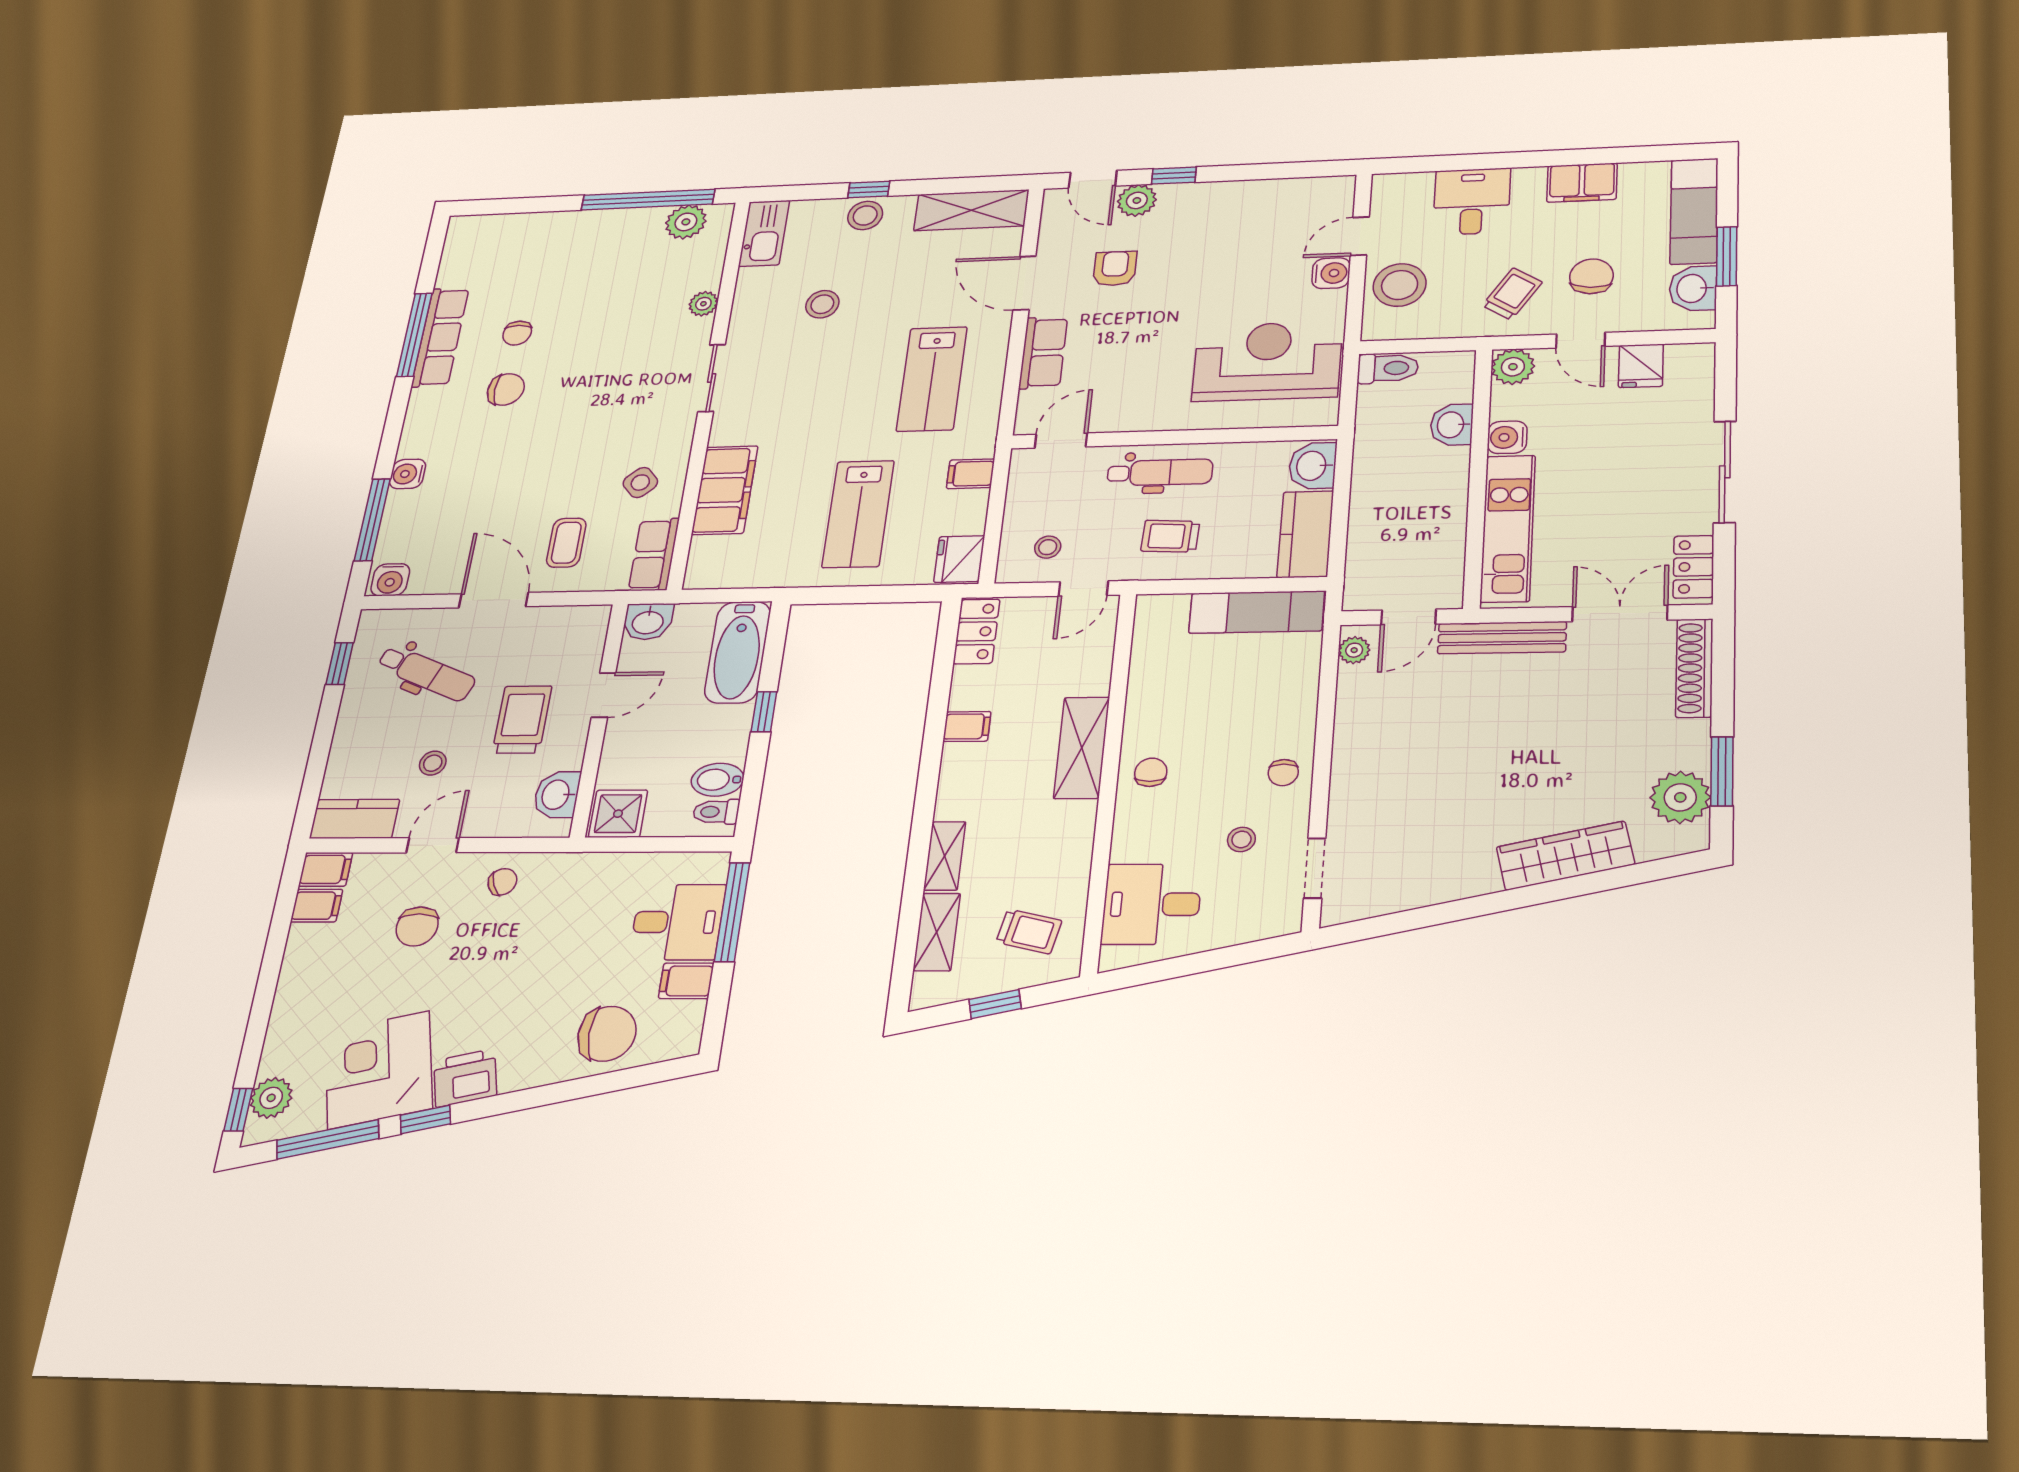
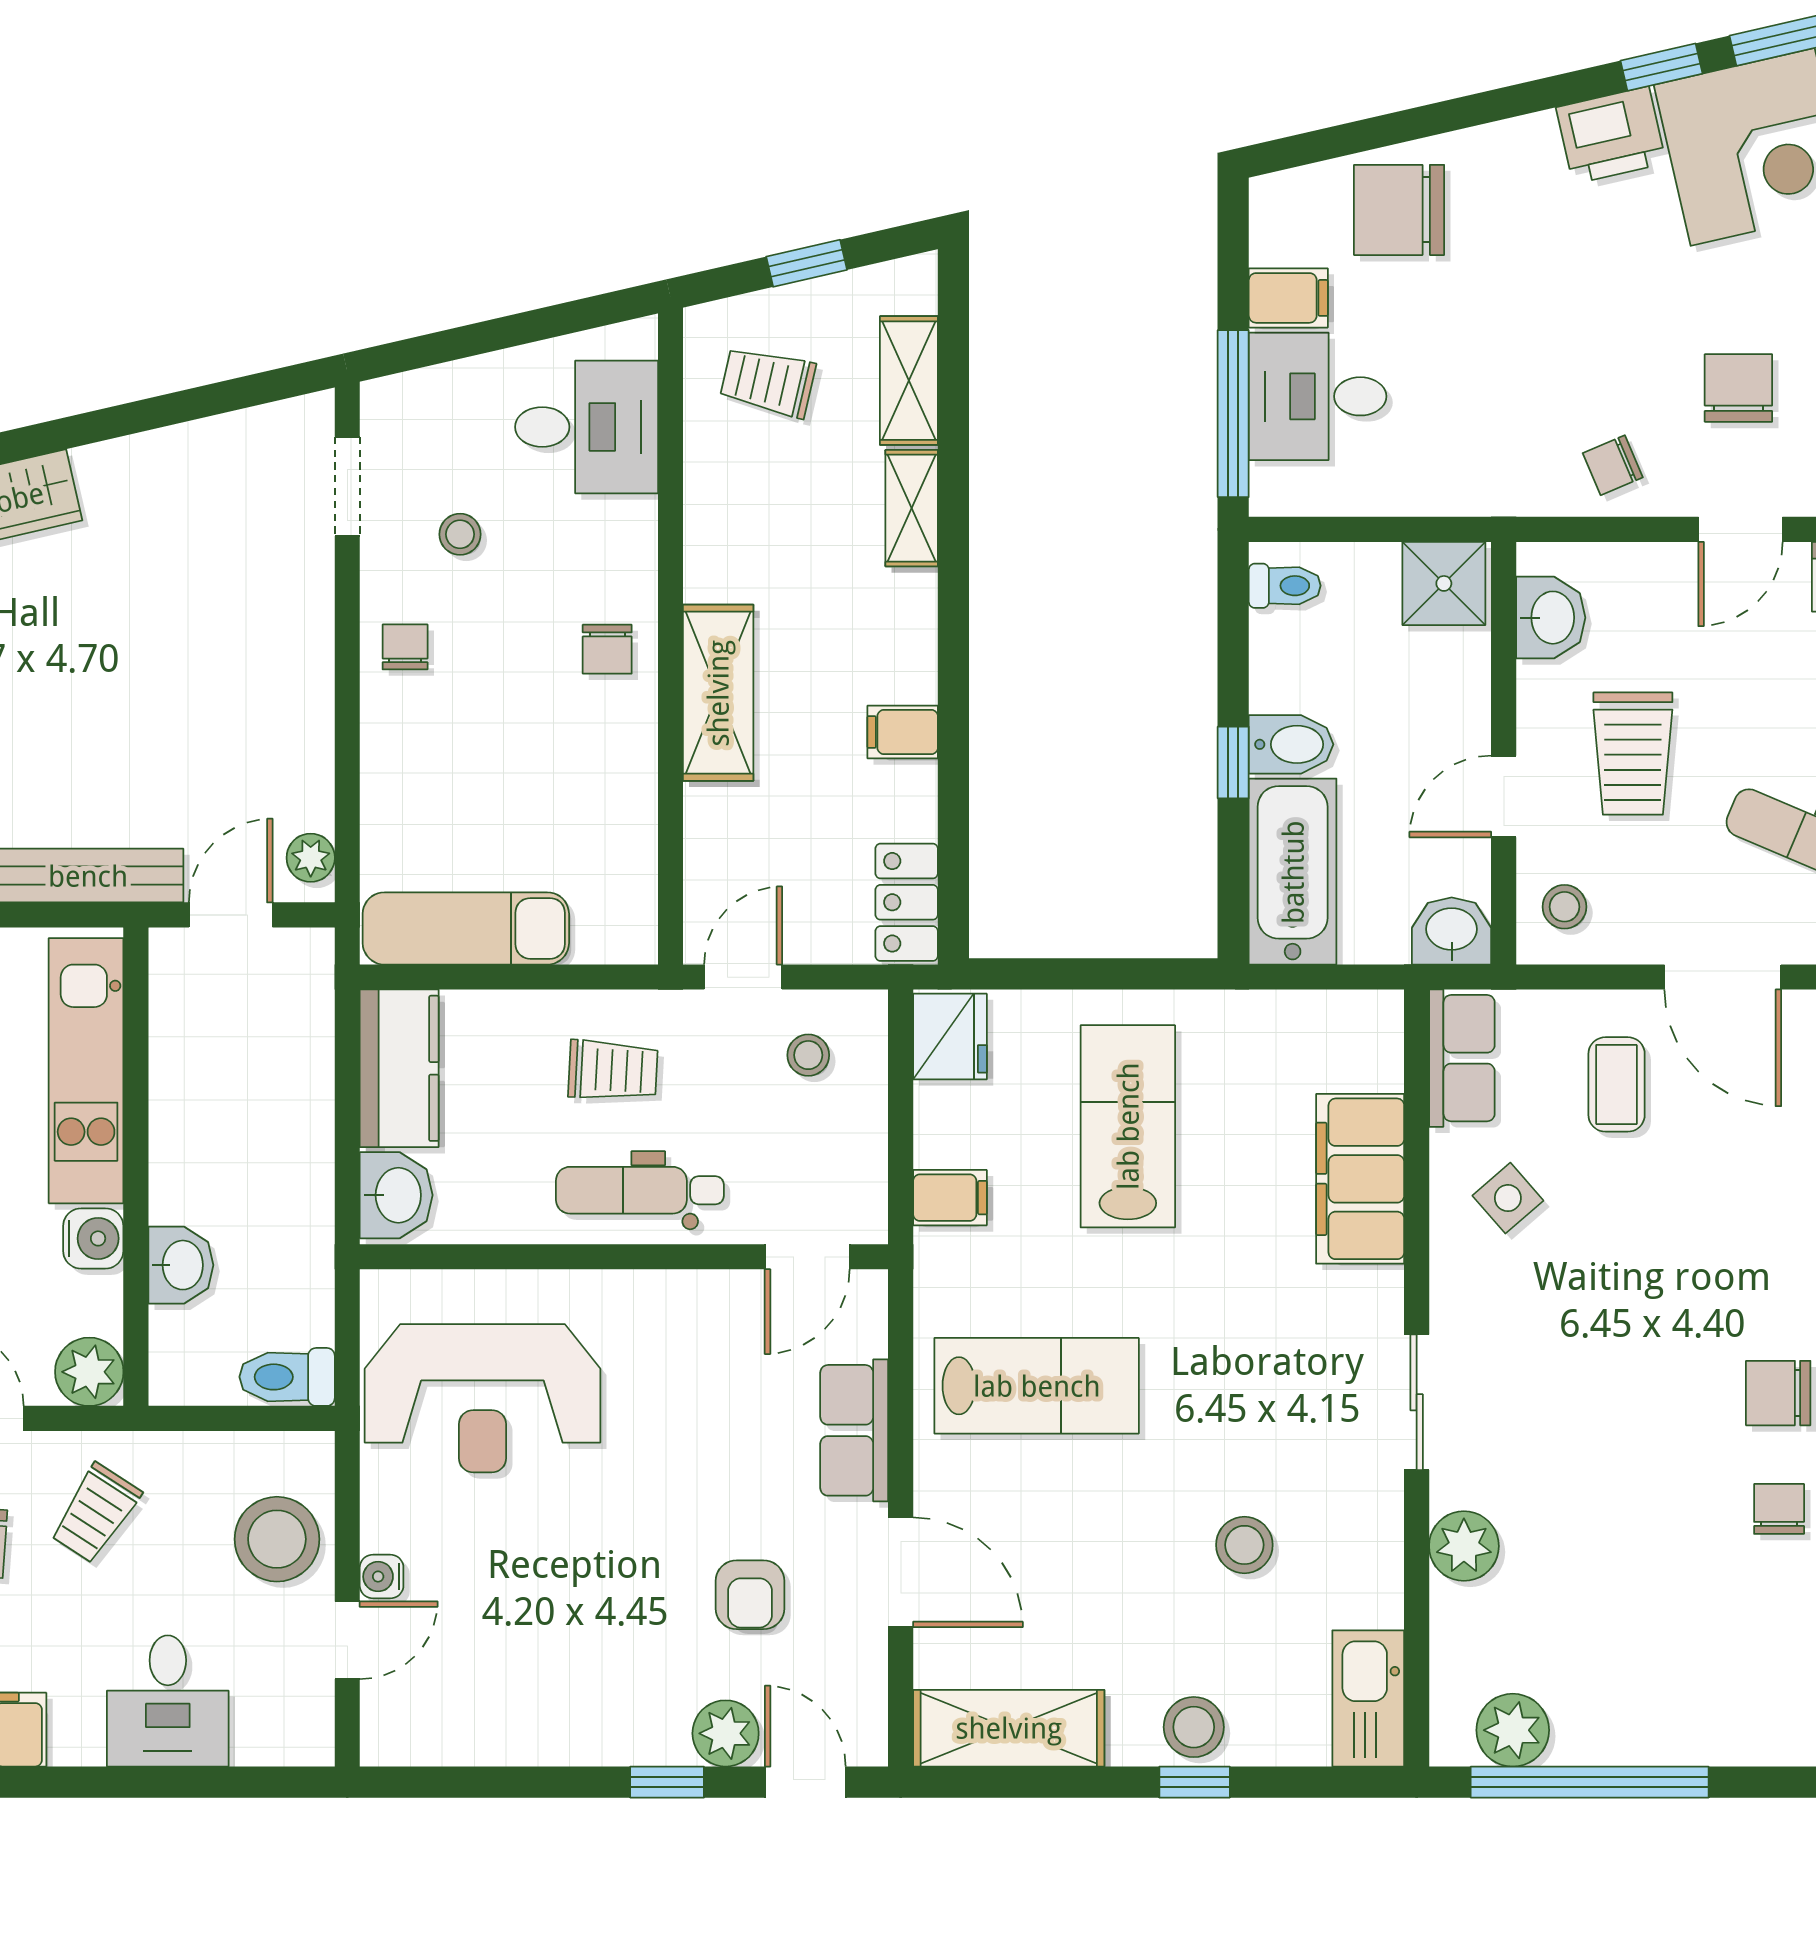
water cooler: (1331, 273) -> (382, 1577), width x0.72, depth x0.72
plant: (703, 304) -> (1464, 1546), width x1.38, depth x1.38
lab bench: (932, 379) -> (1037, 1386), turned 90
stool: (433, 763) -> (1564, 907), moved
bidet: (717, 780) -> (1291, 744), moved

